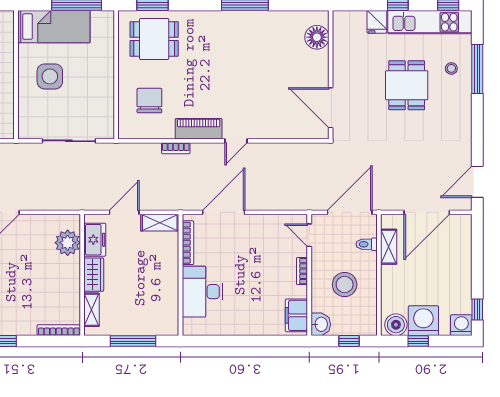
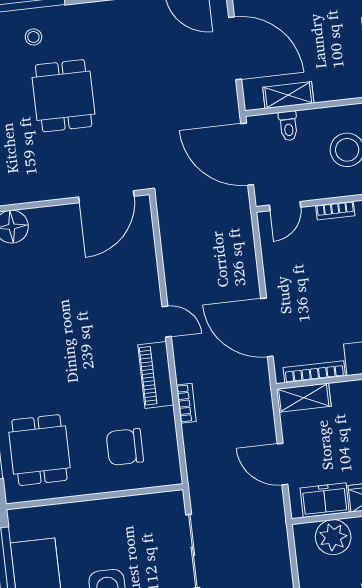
dining table: (407, 85) -> (64, 96), turned 90
shelving: (160, 223) -> (304, 398), moved, turned 90

